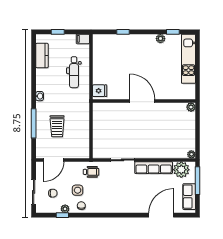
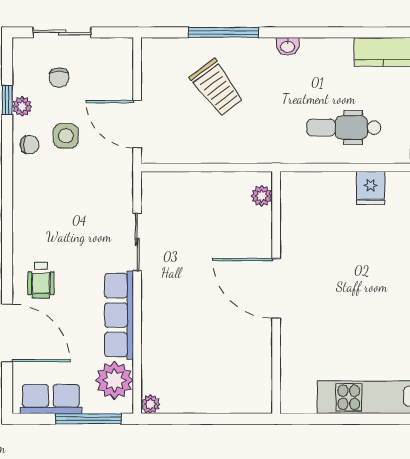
fridge: (100, 91) -> (371, 188), moved
door: (142, 101) -> (276, 288), swing flipped
plant: (191, 107) -> (262, 196), moved
trolley: (57, 126) -> (217, 88), turned -127
door: (54, 160) -> (137, 124), moved
wheelchair: (91, 172) -> (41, 280), moved

